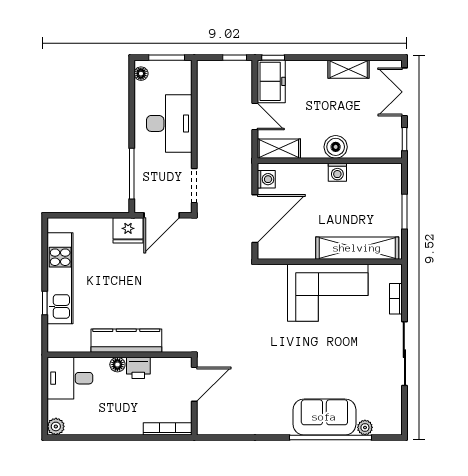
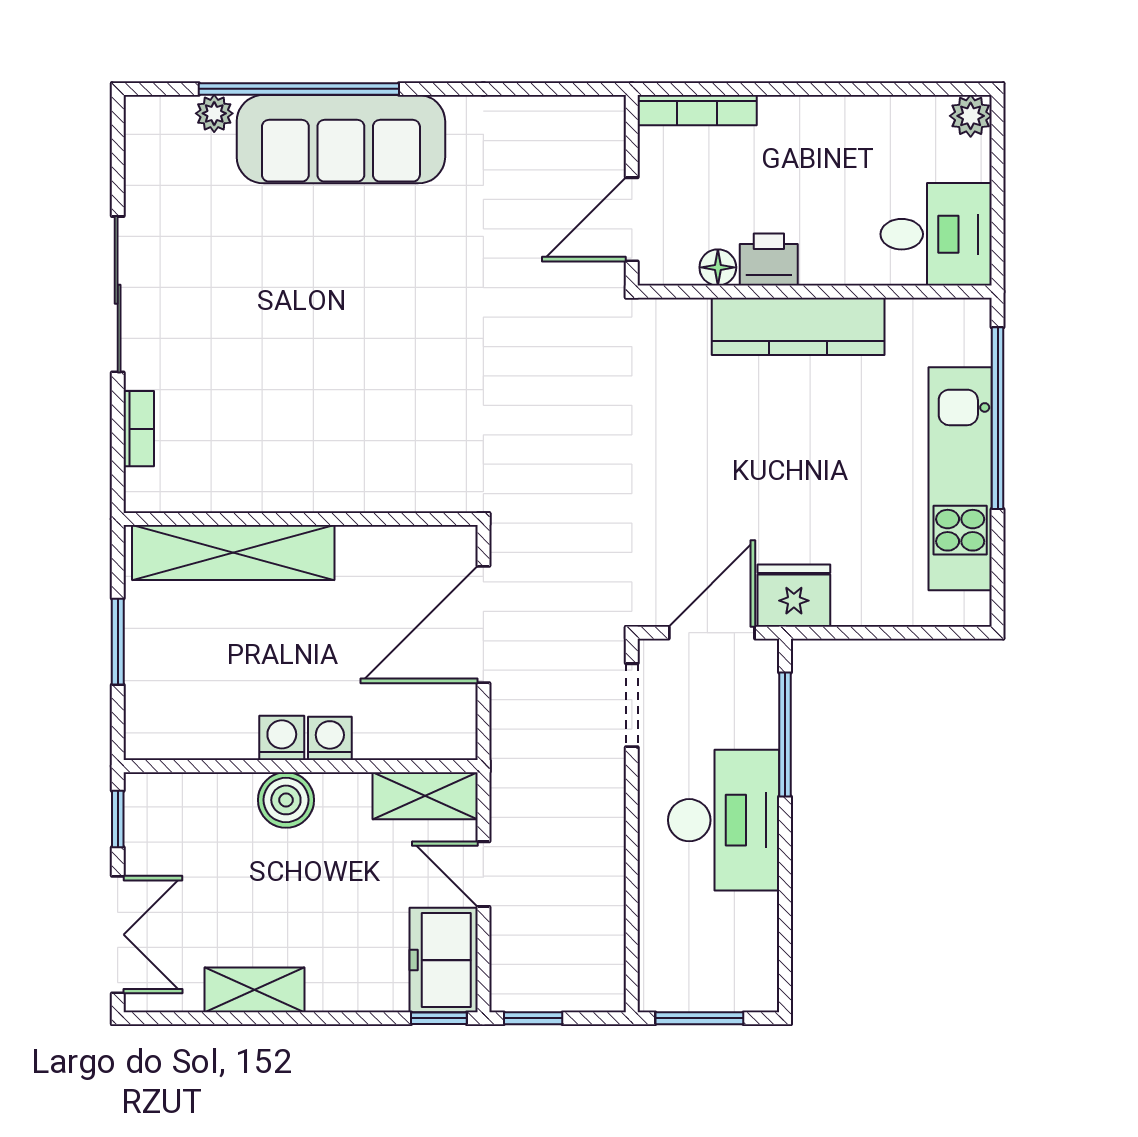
floor lamp: (141, 74) -> (762, 979), removed
desk: (169, 123) -> (724, 820), moved, turned 180
washing machine: (266, 179) -> (330, 738), moved, turned 90
corner sofa: (328, 293) -> (305, 443), removed
window: (45, 303) -> (998, 418), width x3.17
floor lamp: (117, 365) -> (718, 267), moved
sofa: (324, 417) -> (341, 139), width x1.36

